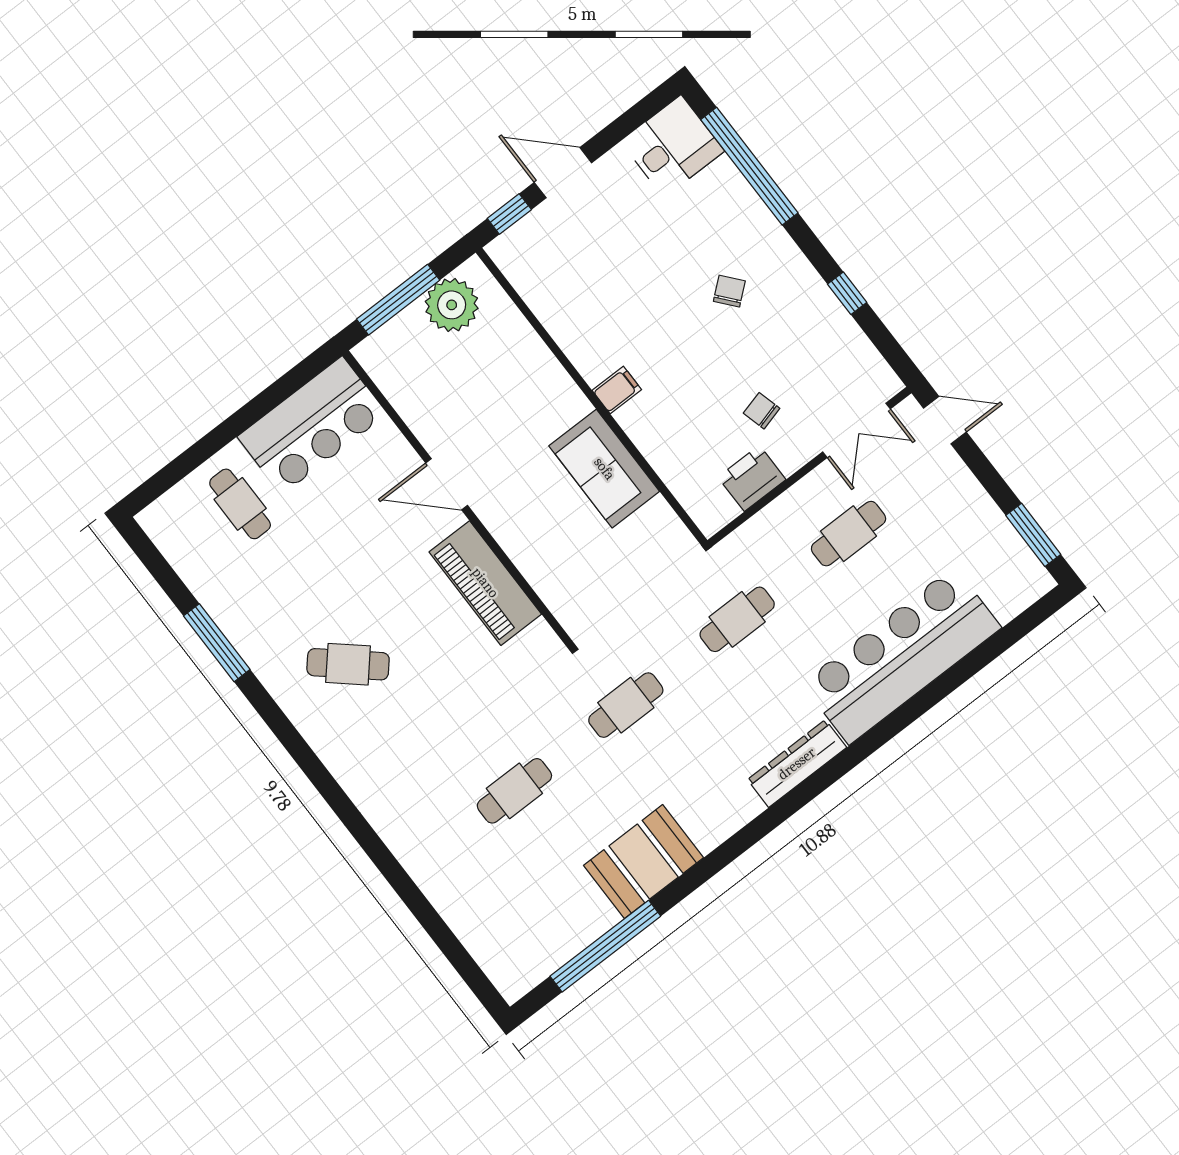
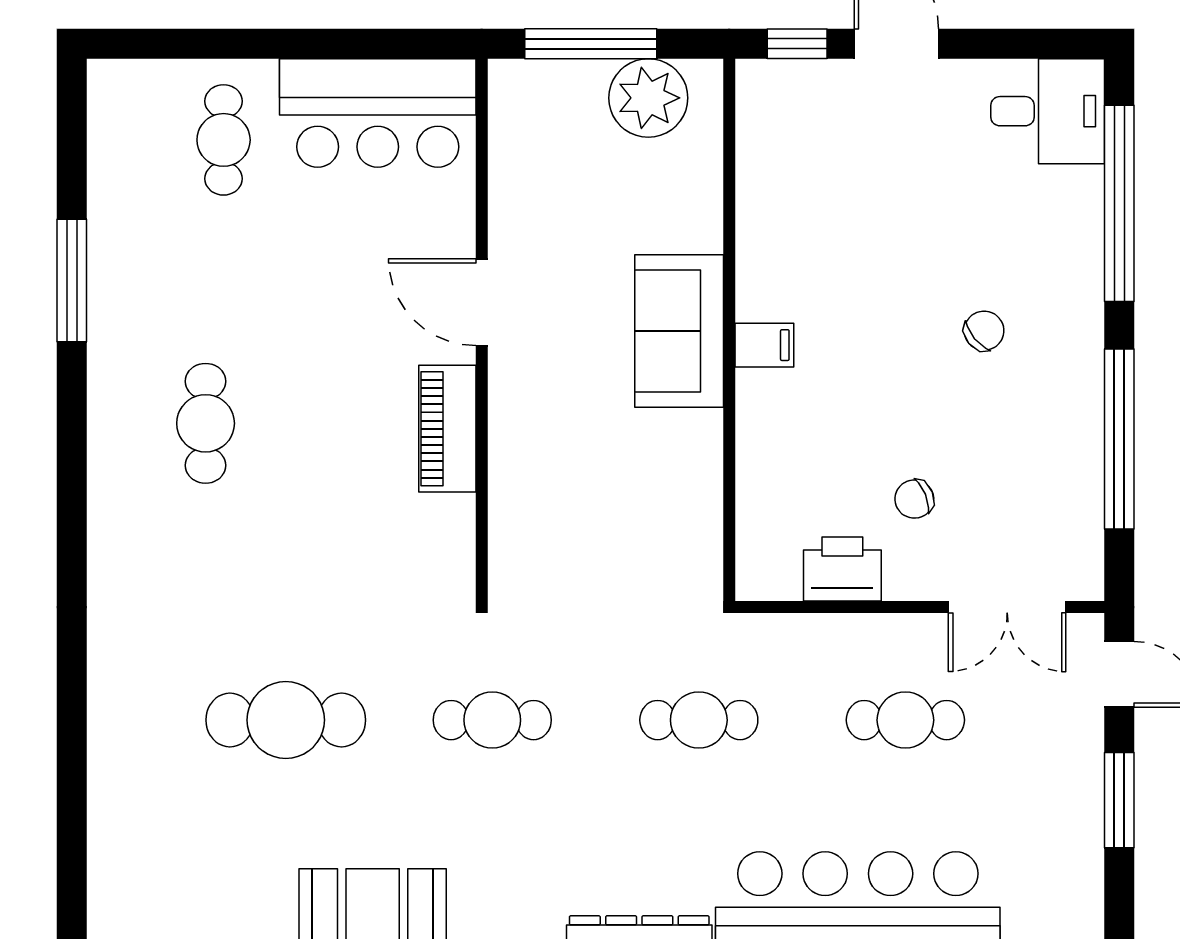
window: (847, 293) -> (1119, 439), width x3.17
chair: (762, 411) -> (914, 499), turned -97
sofa: (604, 469) -> (679, 331), moved
window: (1033, 535) -> (1119, 800), moved
piano: (485, 583) -> (447, 429), width x0.73, depth x0.75
cafe table: (348, 664) -> (206, 423), turned 49
cafe table: (514, 791) -> (286, 720), width x1.37, depth x1.35

